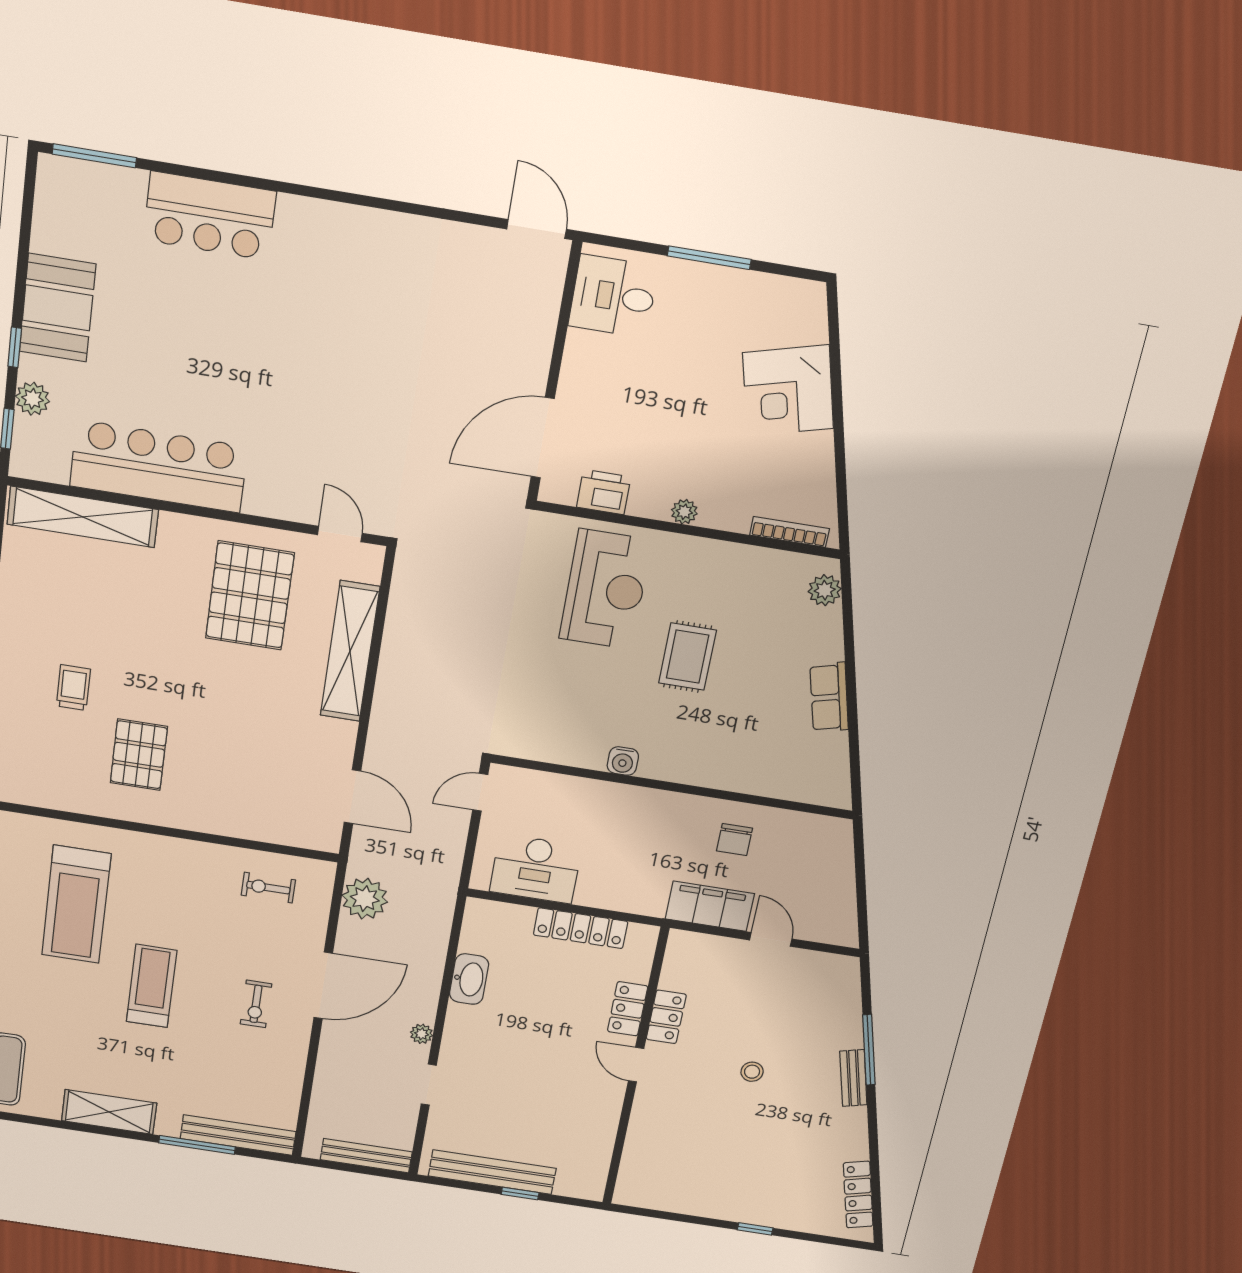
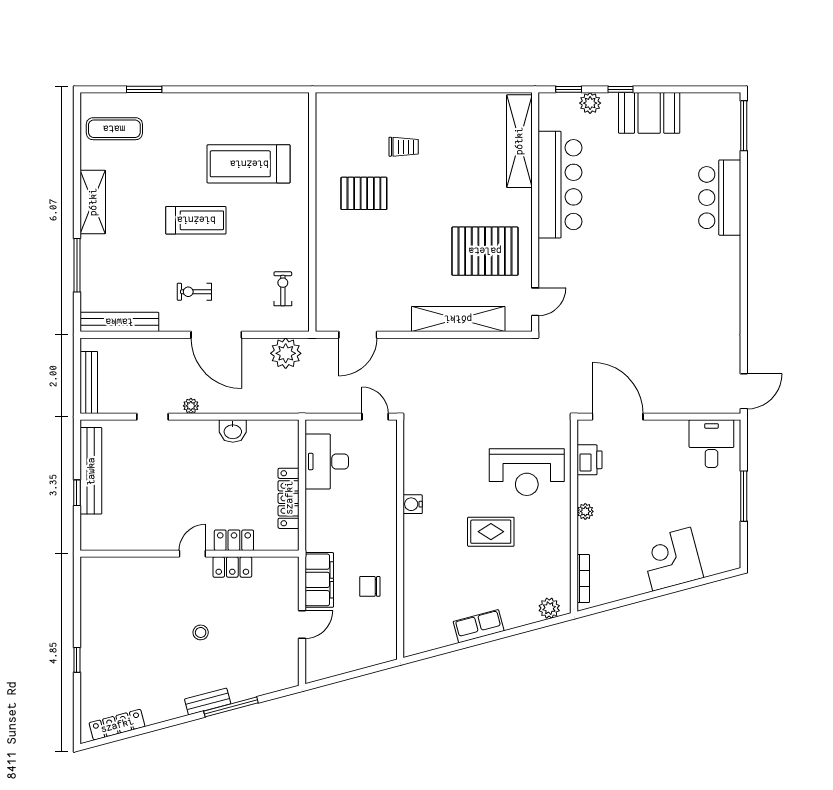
washbasin: (469, 979) -> (233, 431), width x0.72
bench: (238, 1135) -> (119, 322), moved, turned 90

